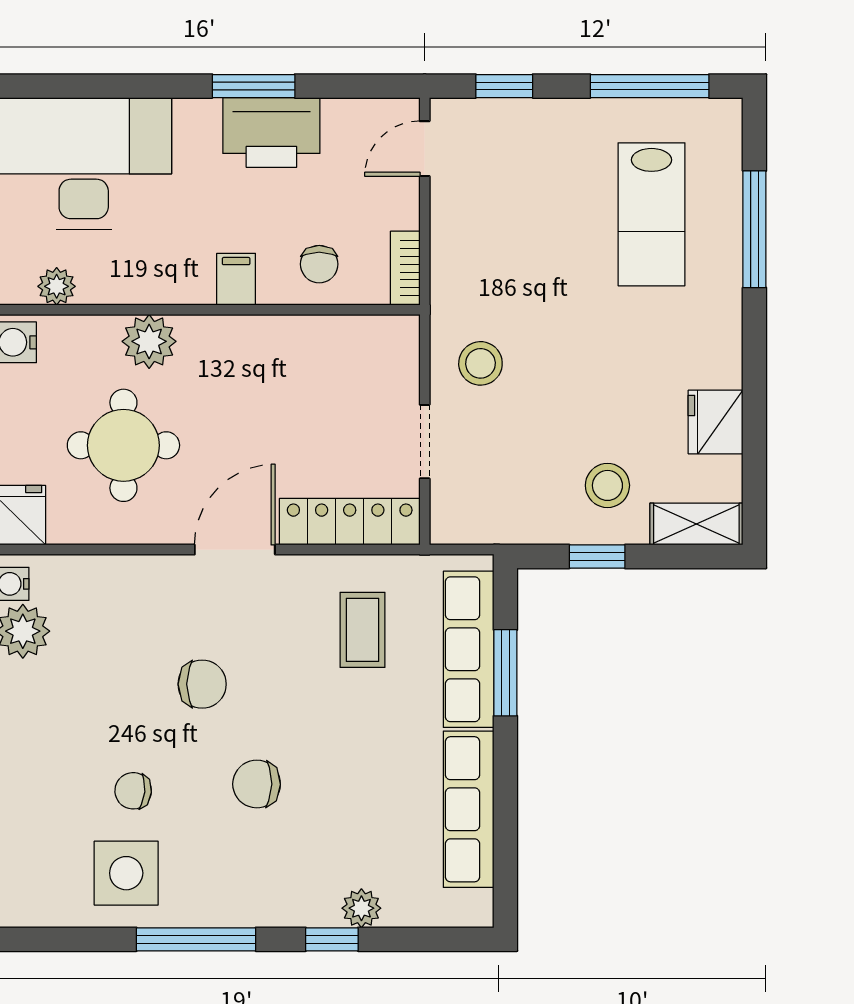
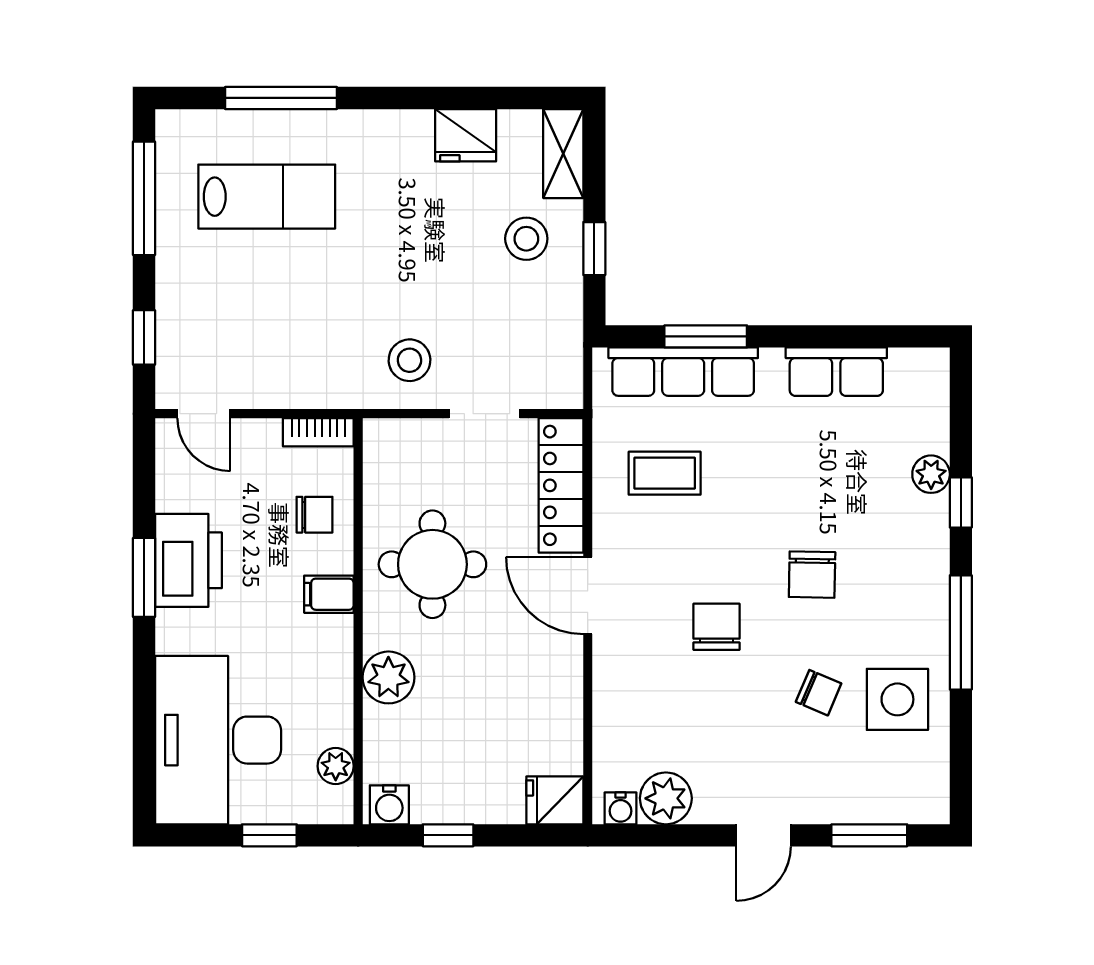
round table: (123, 445) -> (432, 564), moved
chair: (133, 791) -> (819, 693), turned -72
row of seats: (469, 809) -> (836, 372), width x0.68

